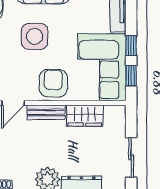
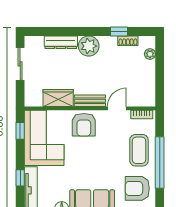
side table: (35, 36) -> (99, 163), removed
window: (131, 46) -> (20, 178), moved

